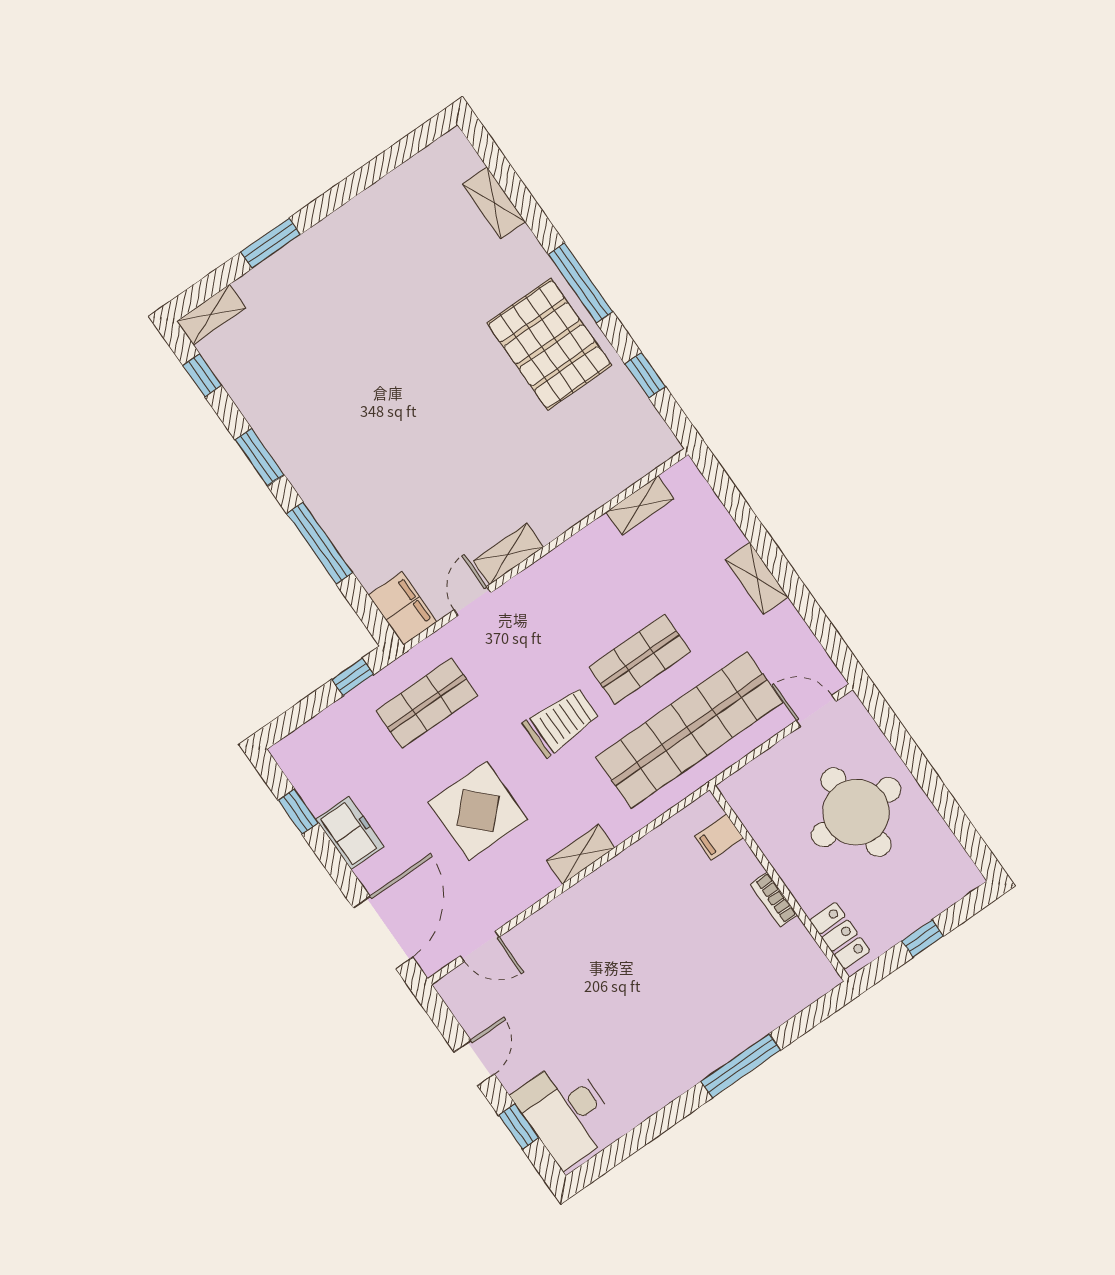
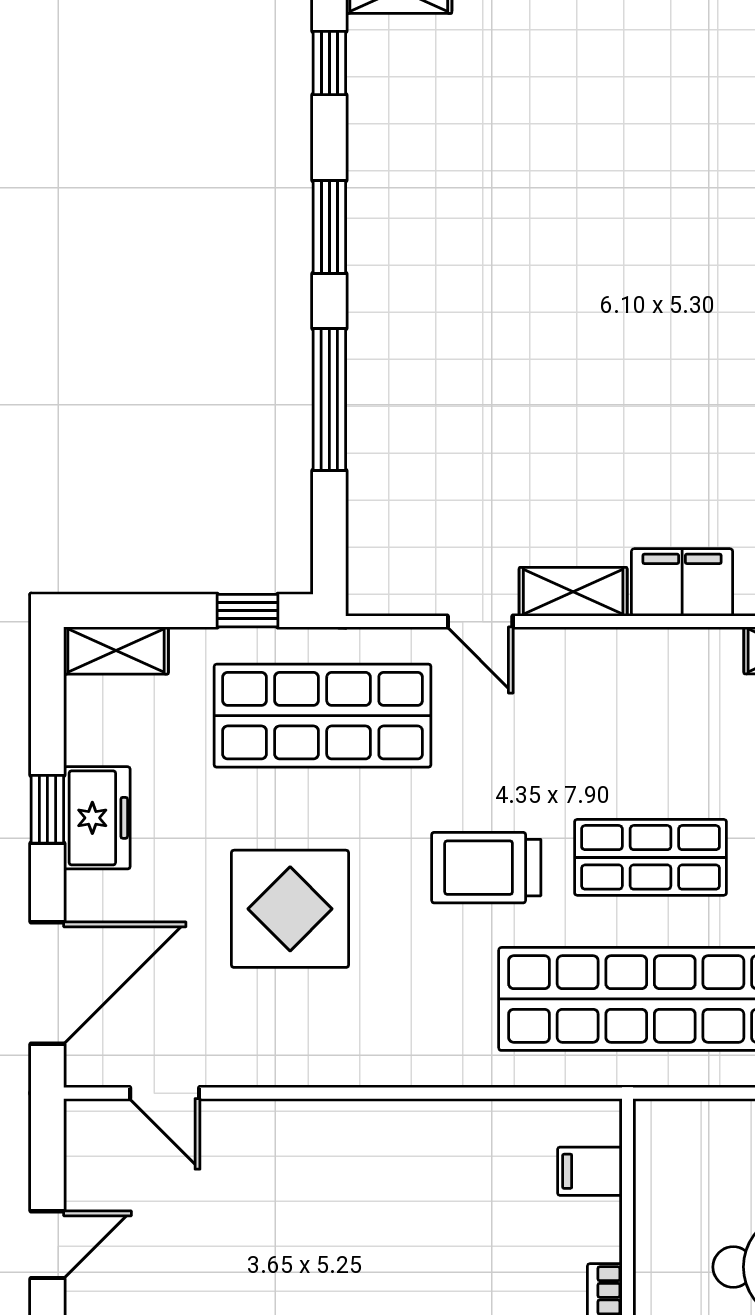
door: (472, 601) -> (480, 622), swing flipped
filing cabinet: (403, 609) -> (682, 582), moved, turned -90
shop shelf: (427, 703) -> (323, 716), width x1.43, depth x1.36
trolley: (561, 722) -> (486, 868), turned 180
window: (298, 812) -> (47, 809), moved
shelving: (581, 854) -> (116, 651), moved

